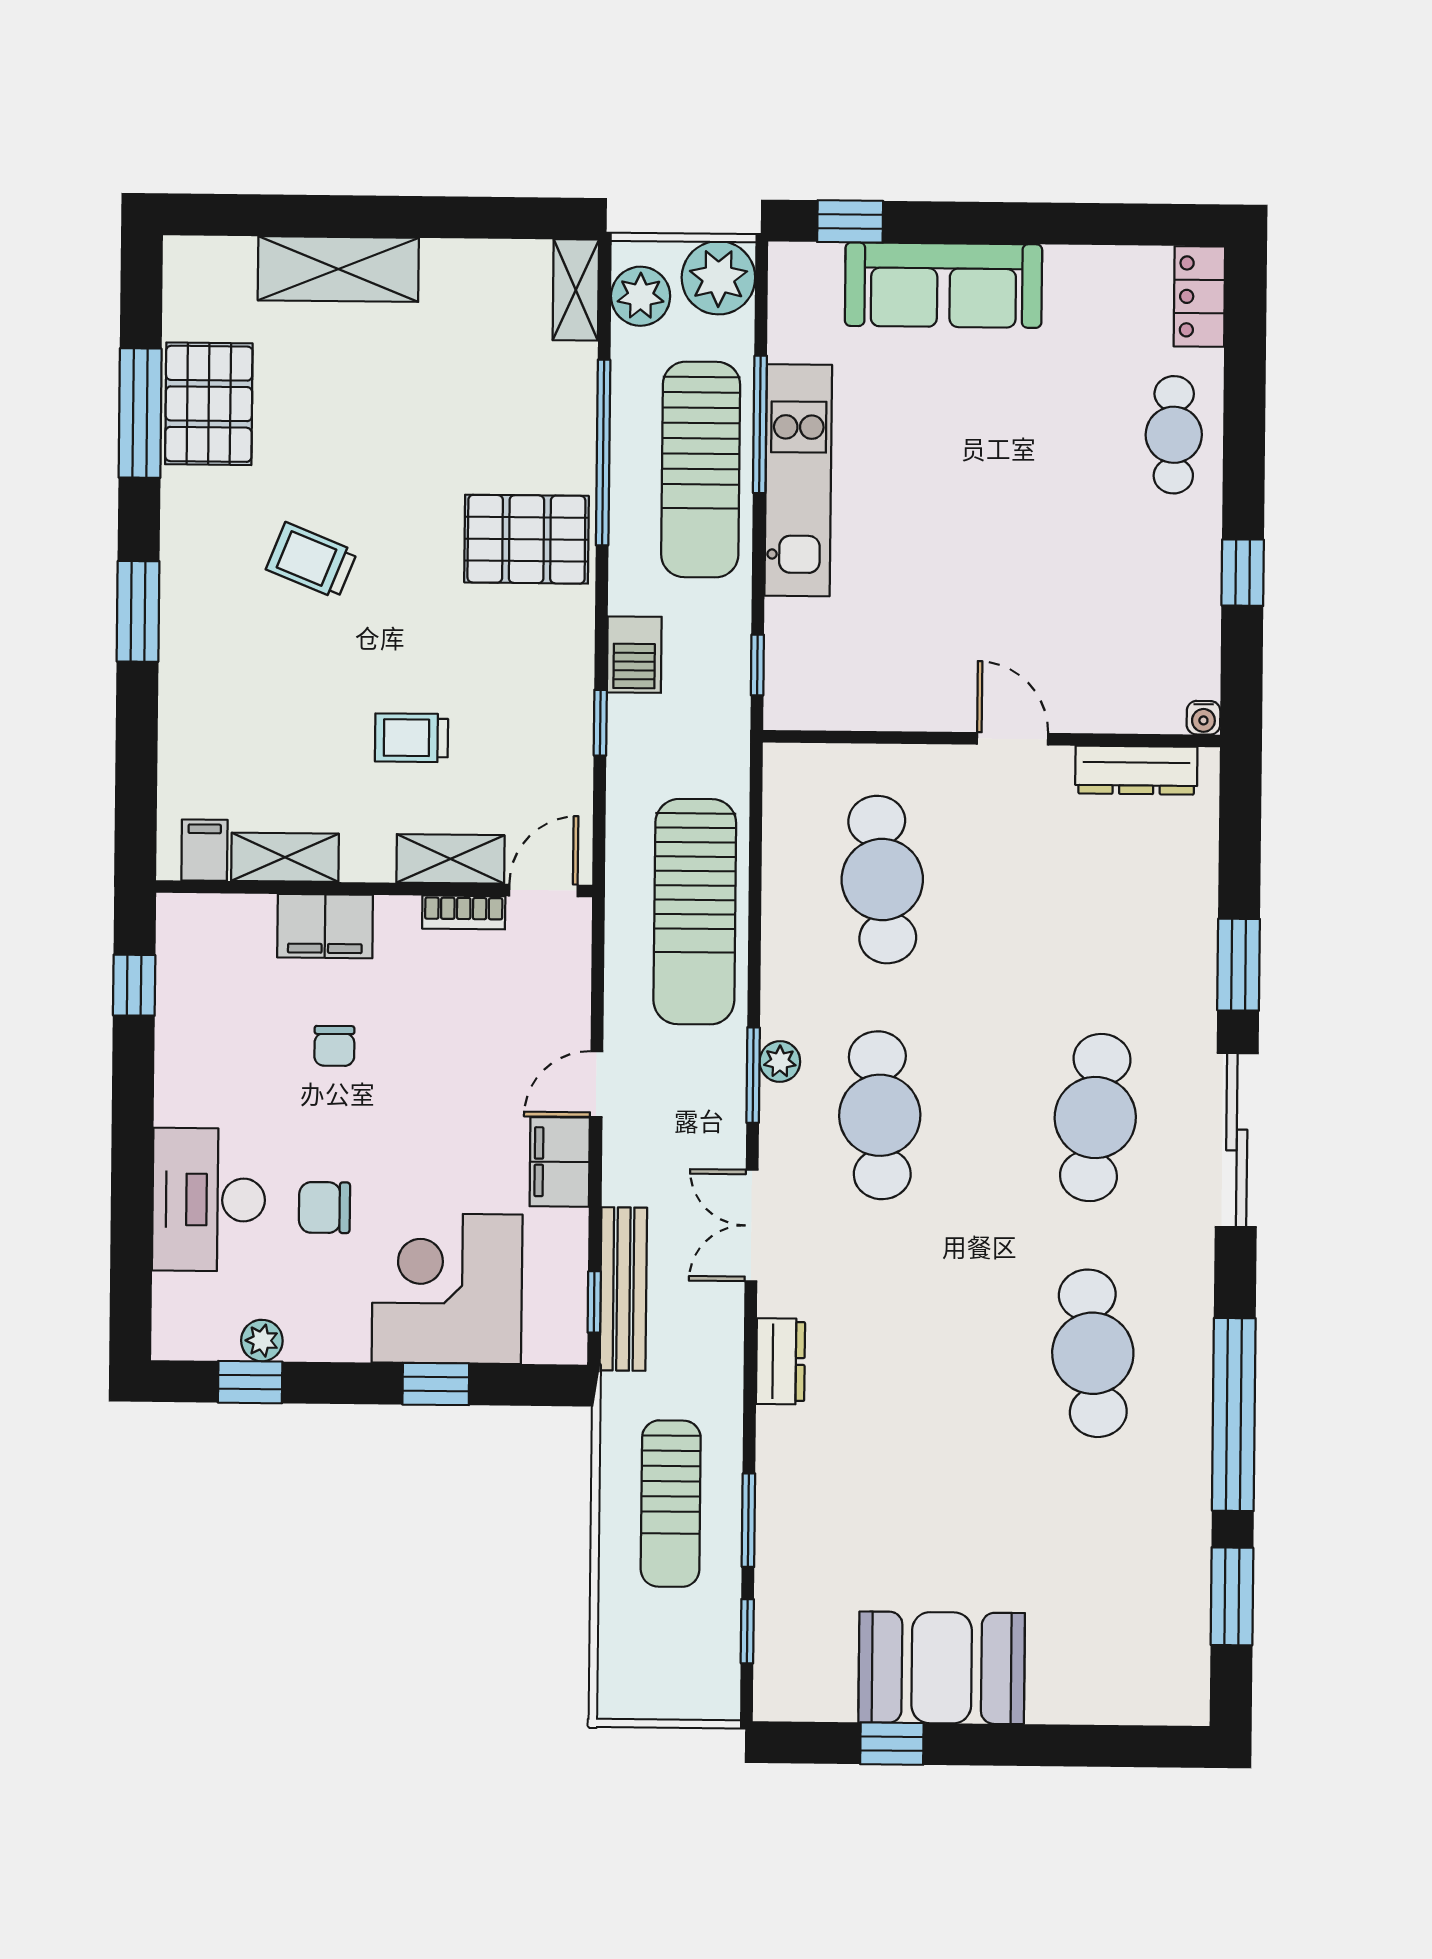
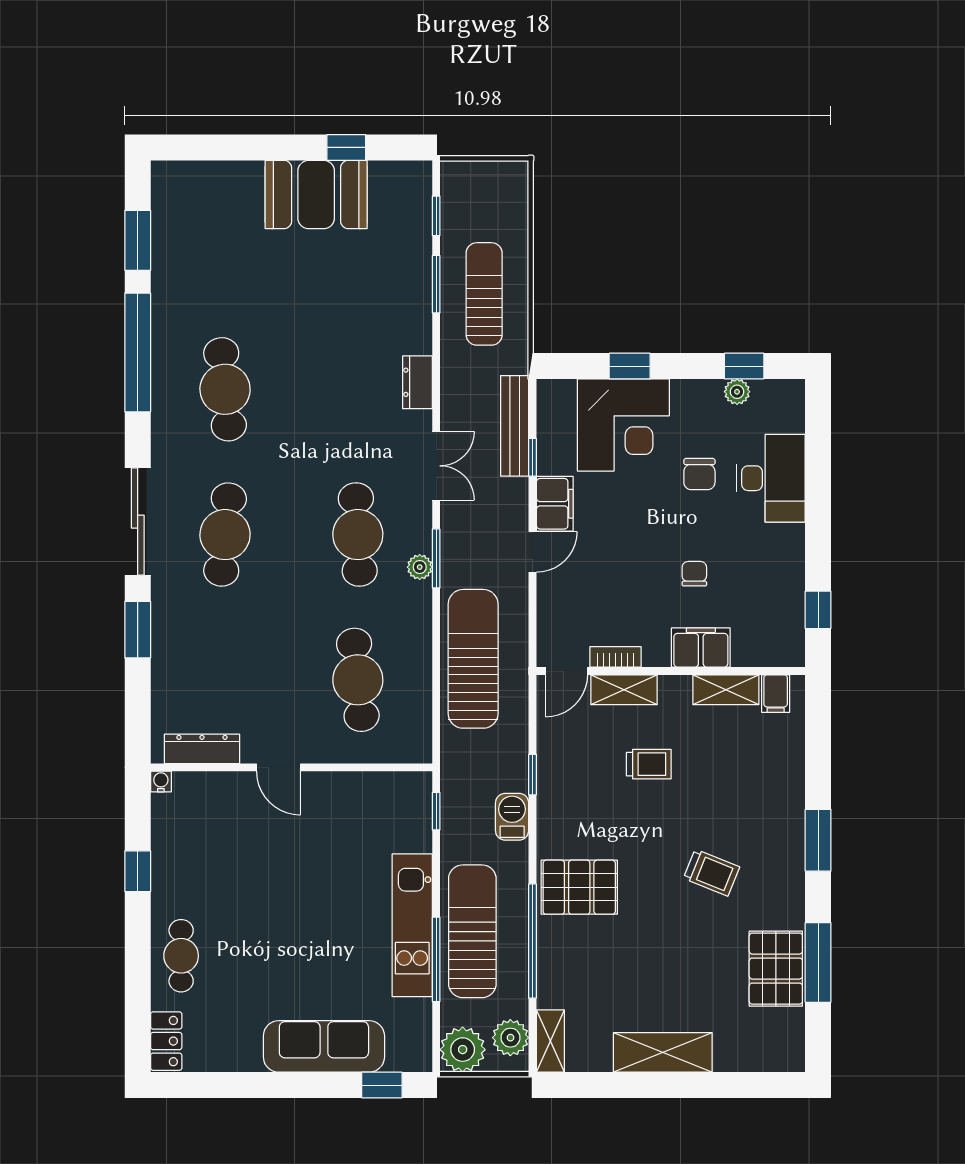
shelving: (338, 269) -> (663, 1052), moved
chair: (324, 1208) -> (699, 474), turned 90
window: (594, 1302) -> (533, 457), moved

